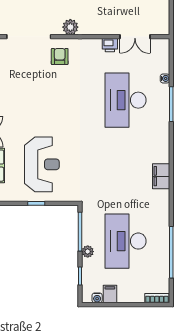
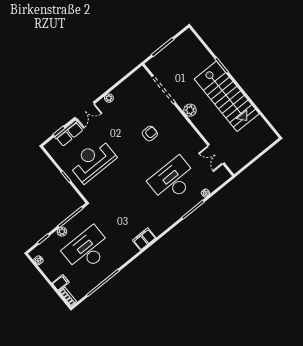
printer: (110, 45) -> (198, 143), removed
armchair: (60, 56) -> (150, 134), moved
reception desk: (42, 164) -> (92, 161), turned 180
filing cabinet: (110, 294) -> (61, 283), moved

